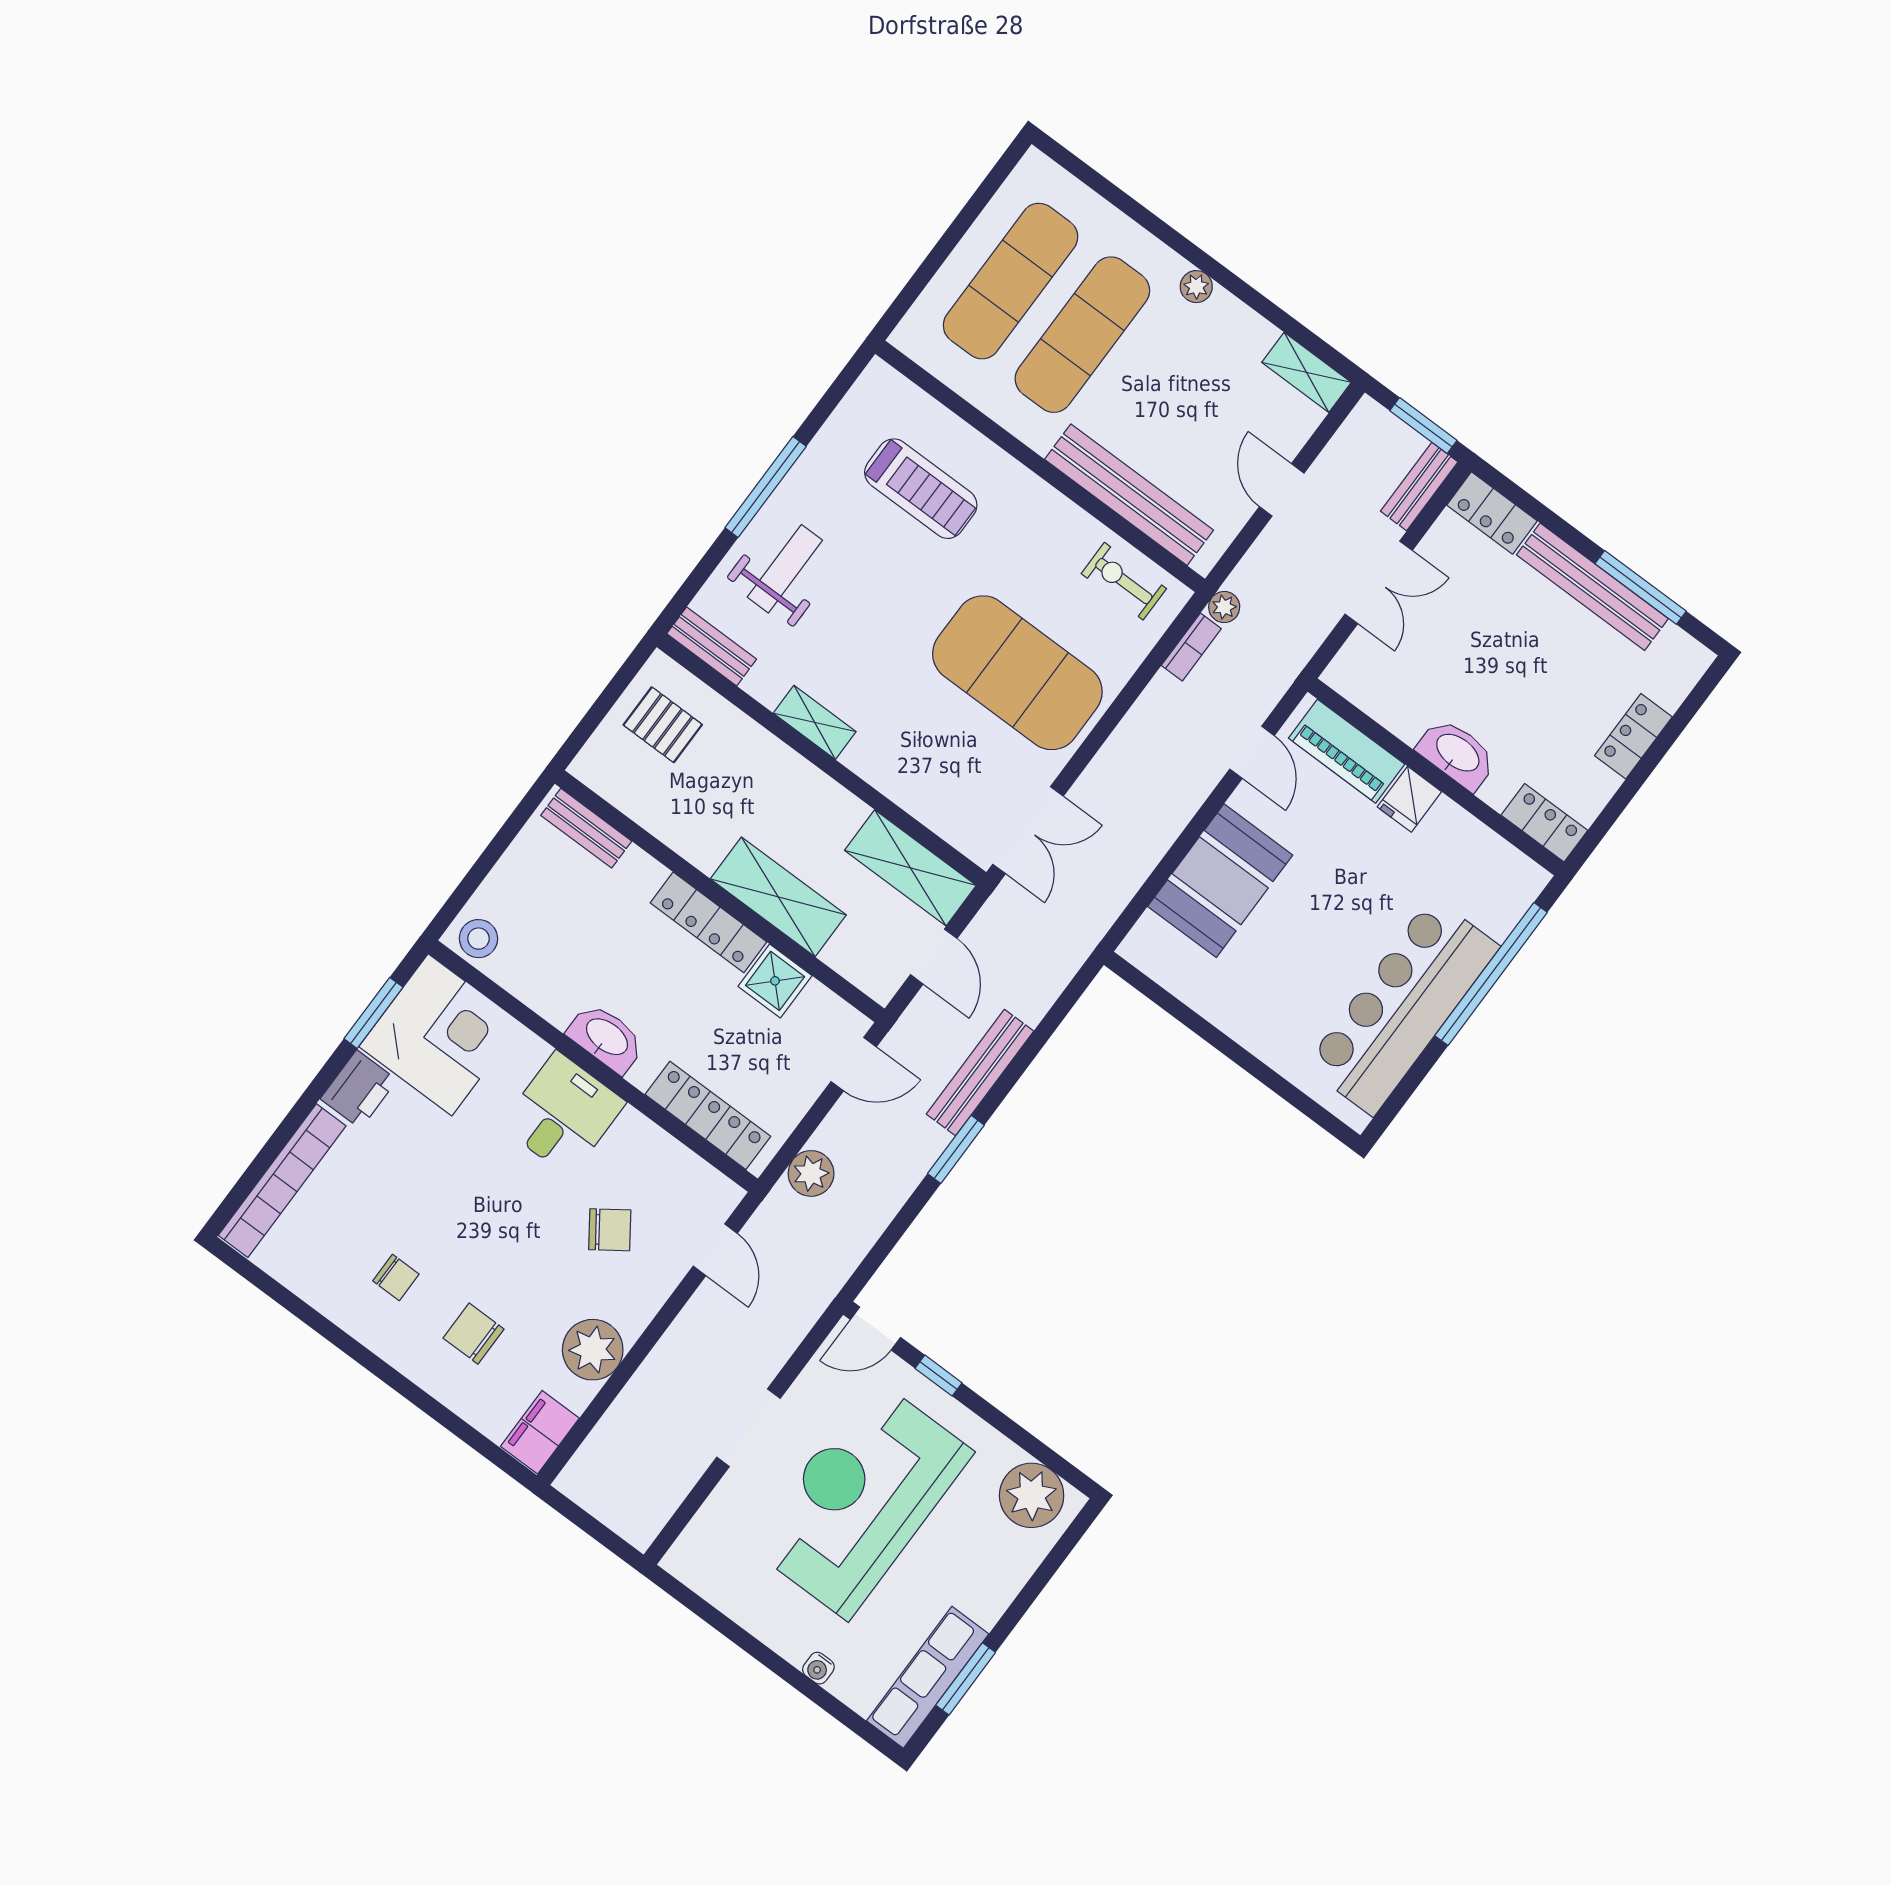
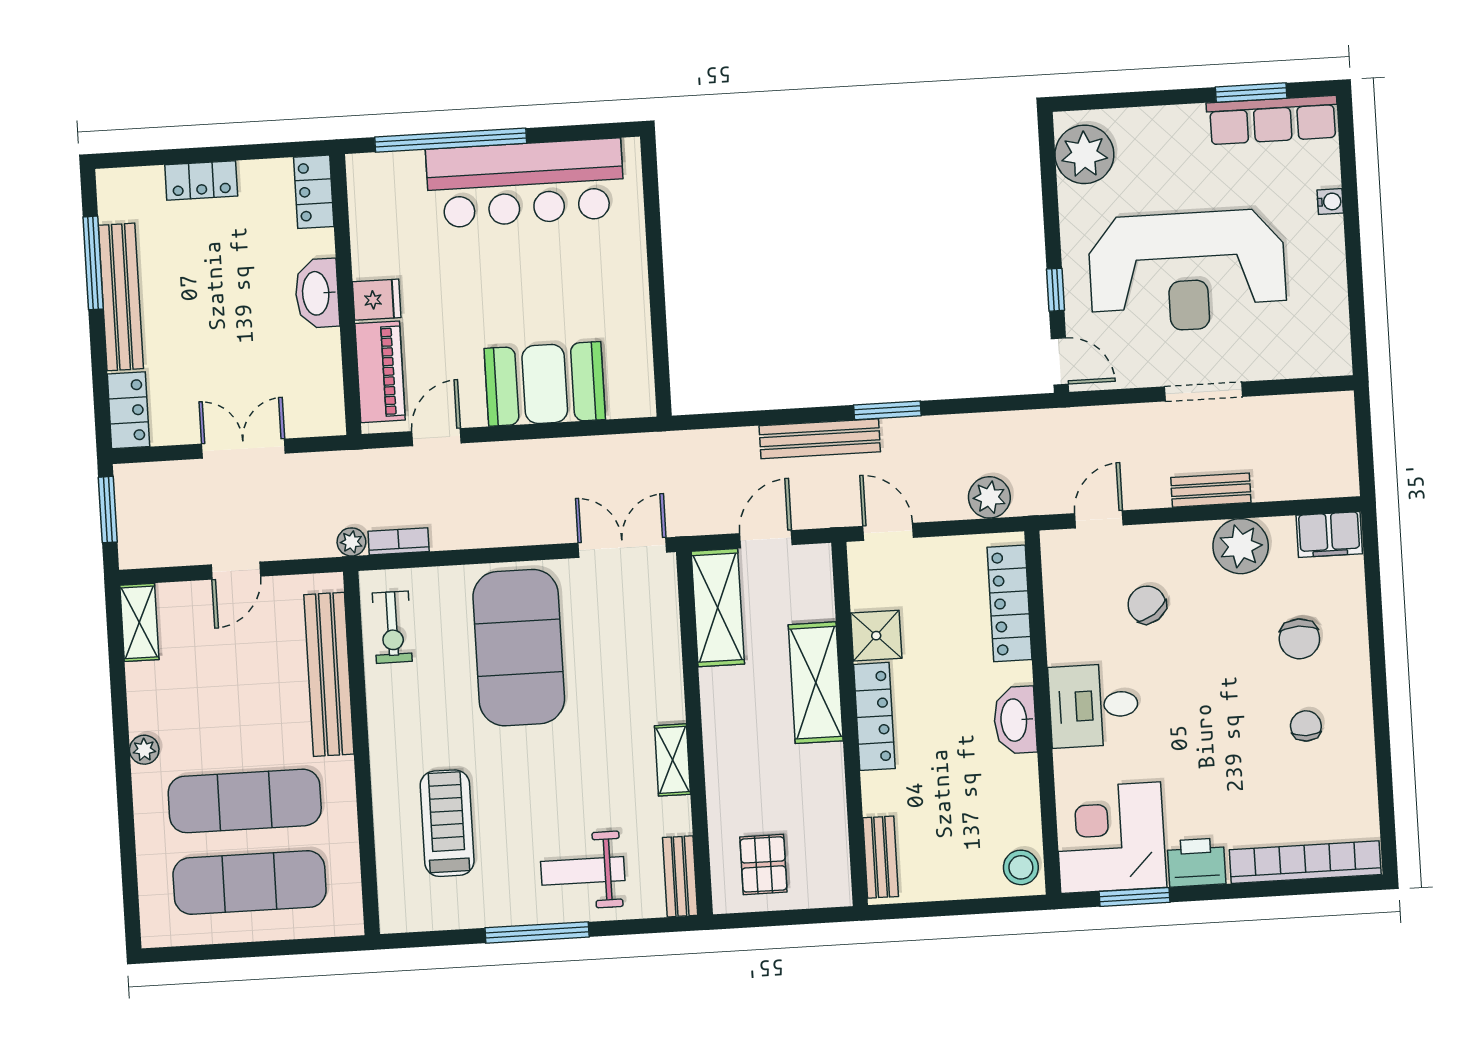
bench: (1419, 487) -> (1211, 490), moved

